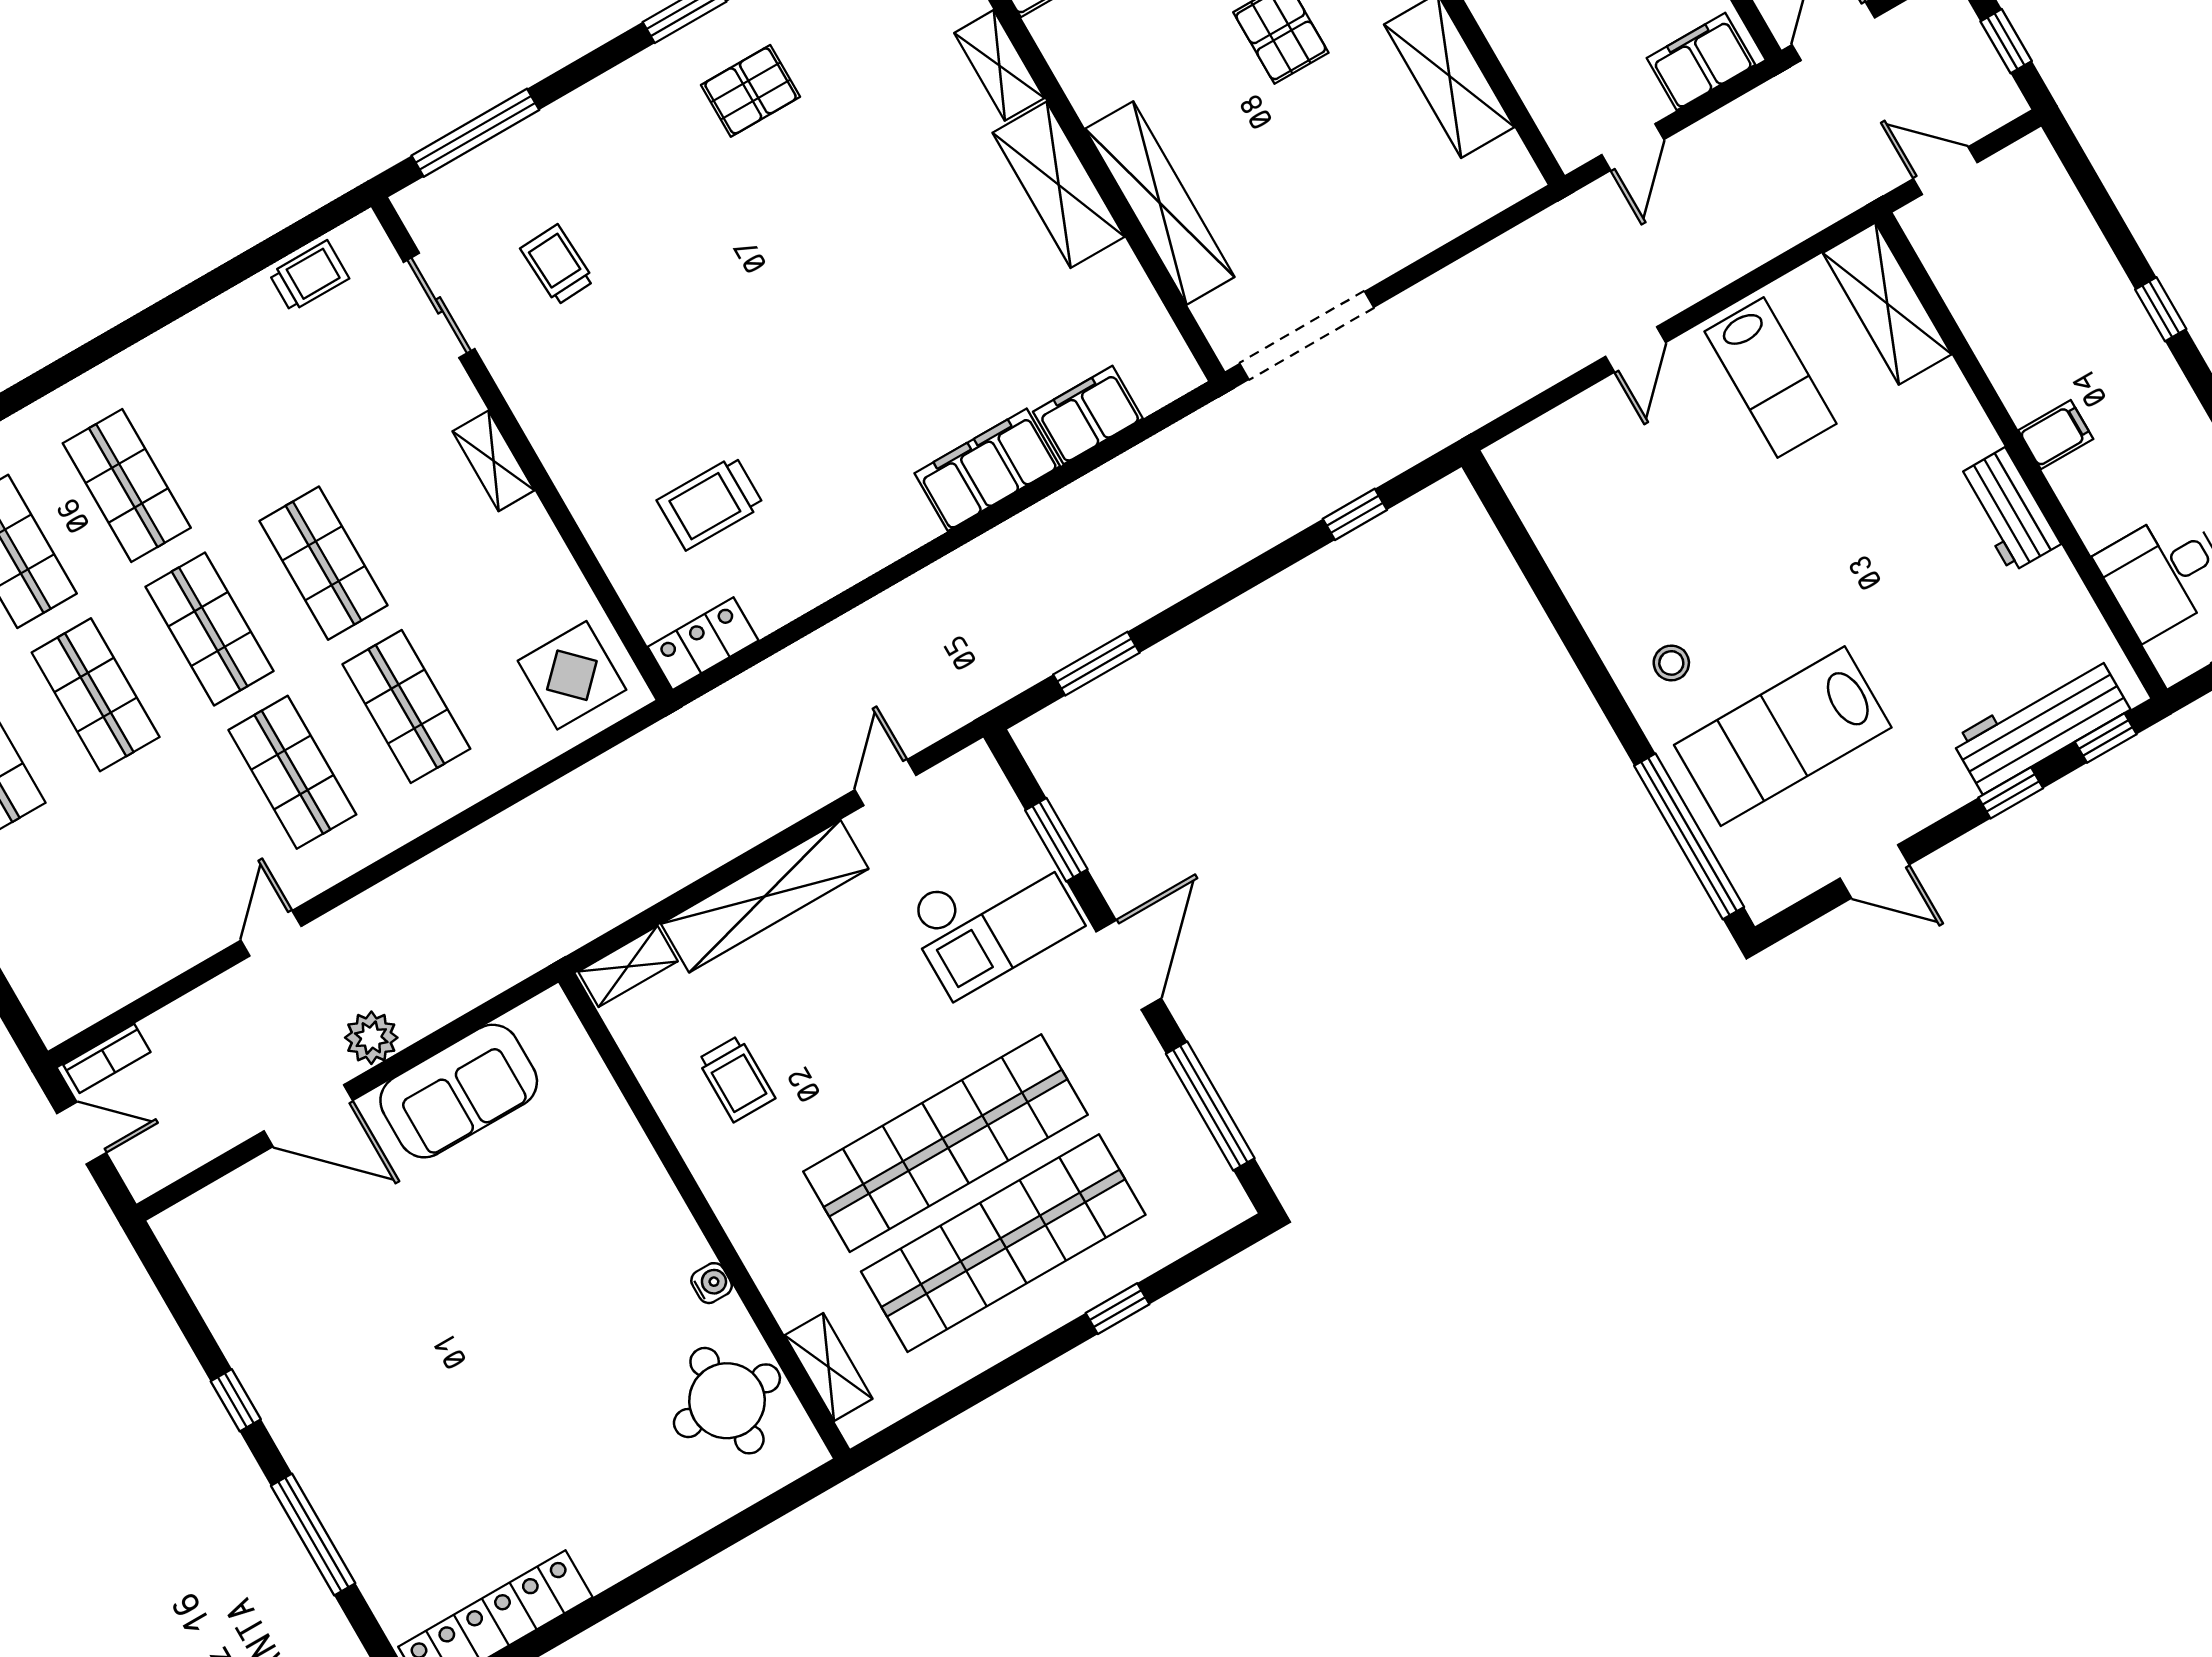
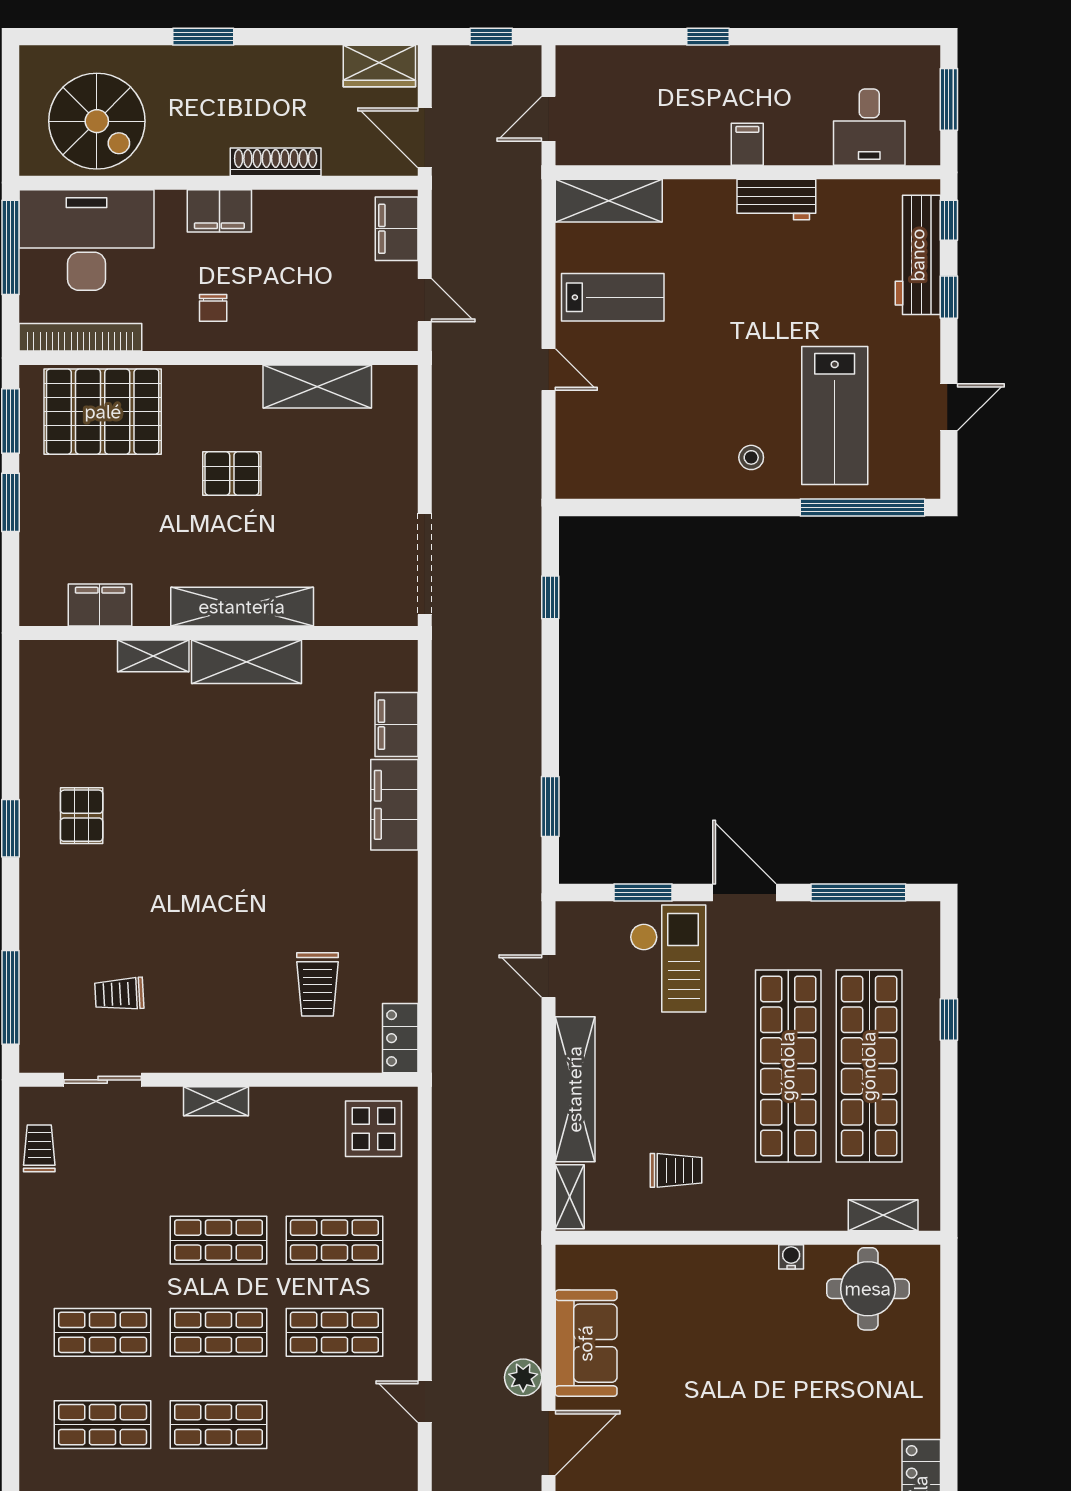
shelving: (1160, 203) -> (242, 607), moved

